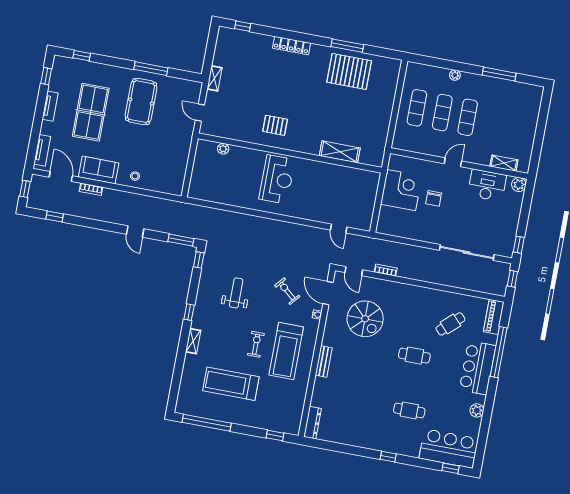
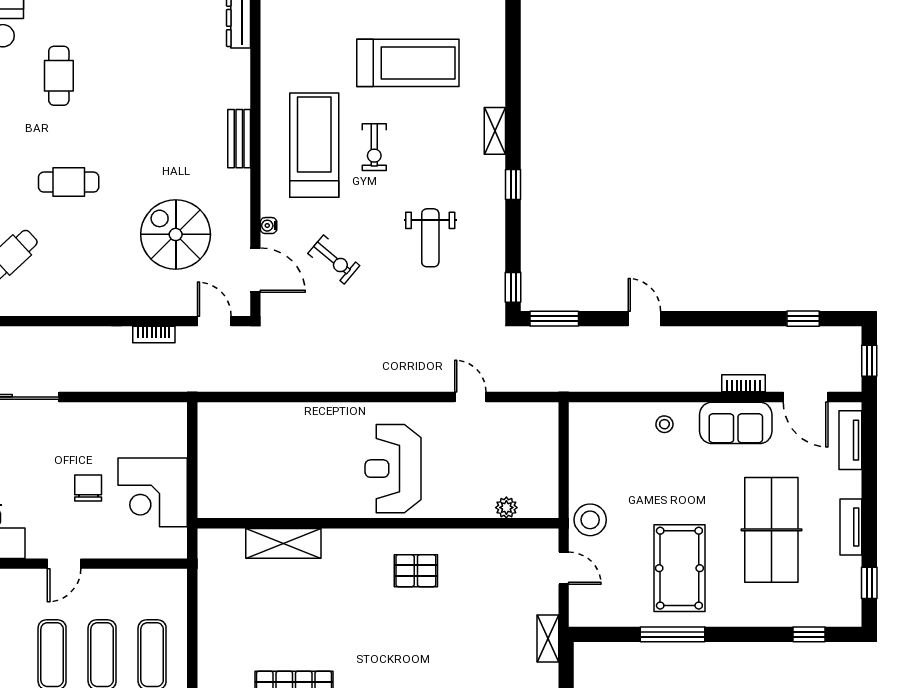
stool: (182, 135) -> (590, 520), added
door: (339, 228) -> (470, 397), moved
cafe table: (409, 410) -> (59, 76), turned 90

